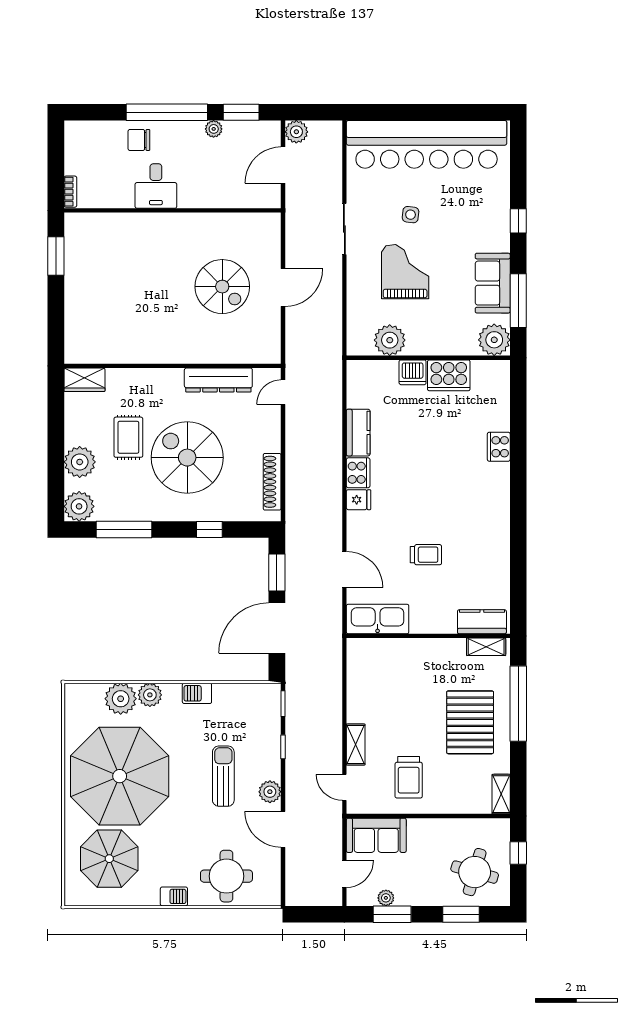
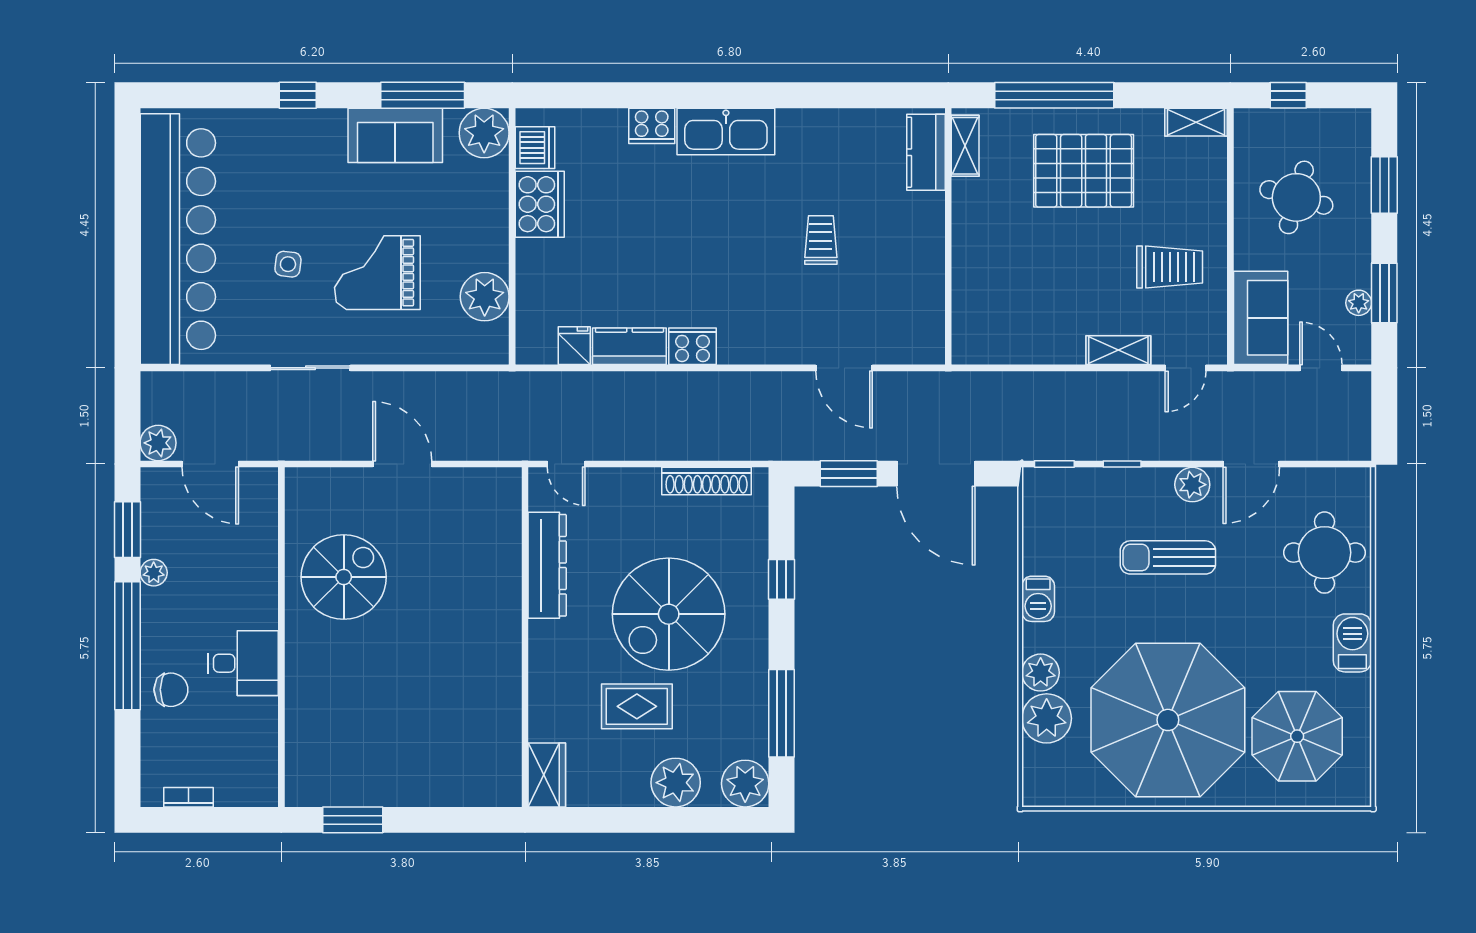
chair: (139, 140) -> (171, 690), turned -90
bookcase: (70, 192) -> (189, 797), moved
spiral stairs: (222, 287) -> (344, 577), moved
dishwasher: (413, 372) -> (535, 148), moved
fridge: (359, 500) -> (574, 346), moved
door: (344, 569) -> (844, 368), swing flipped
kitchen sink: (378, 619) -> (726, 132), moved, turned -90
round table: (475, 872) -> (1296, 197), moved
barbecue: (174, 896) -> (1352, 643), width x1.38, depth x1.27

